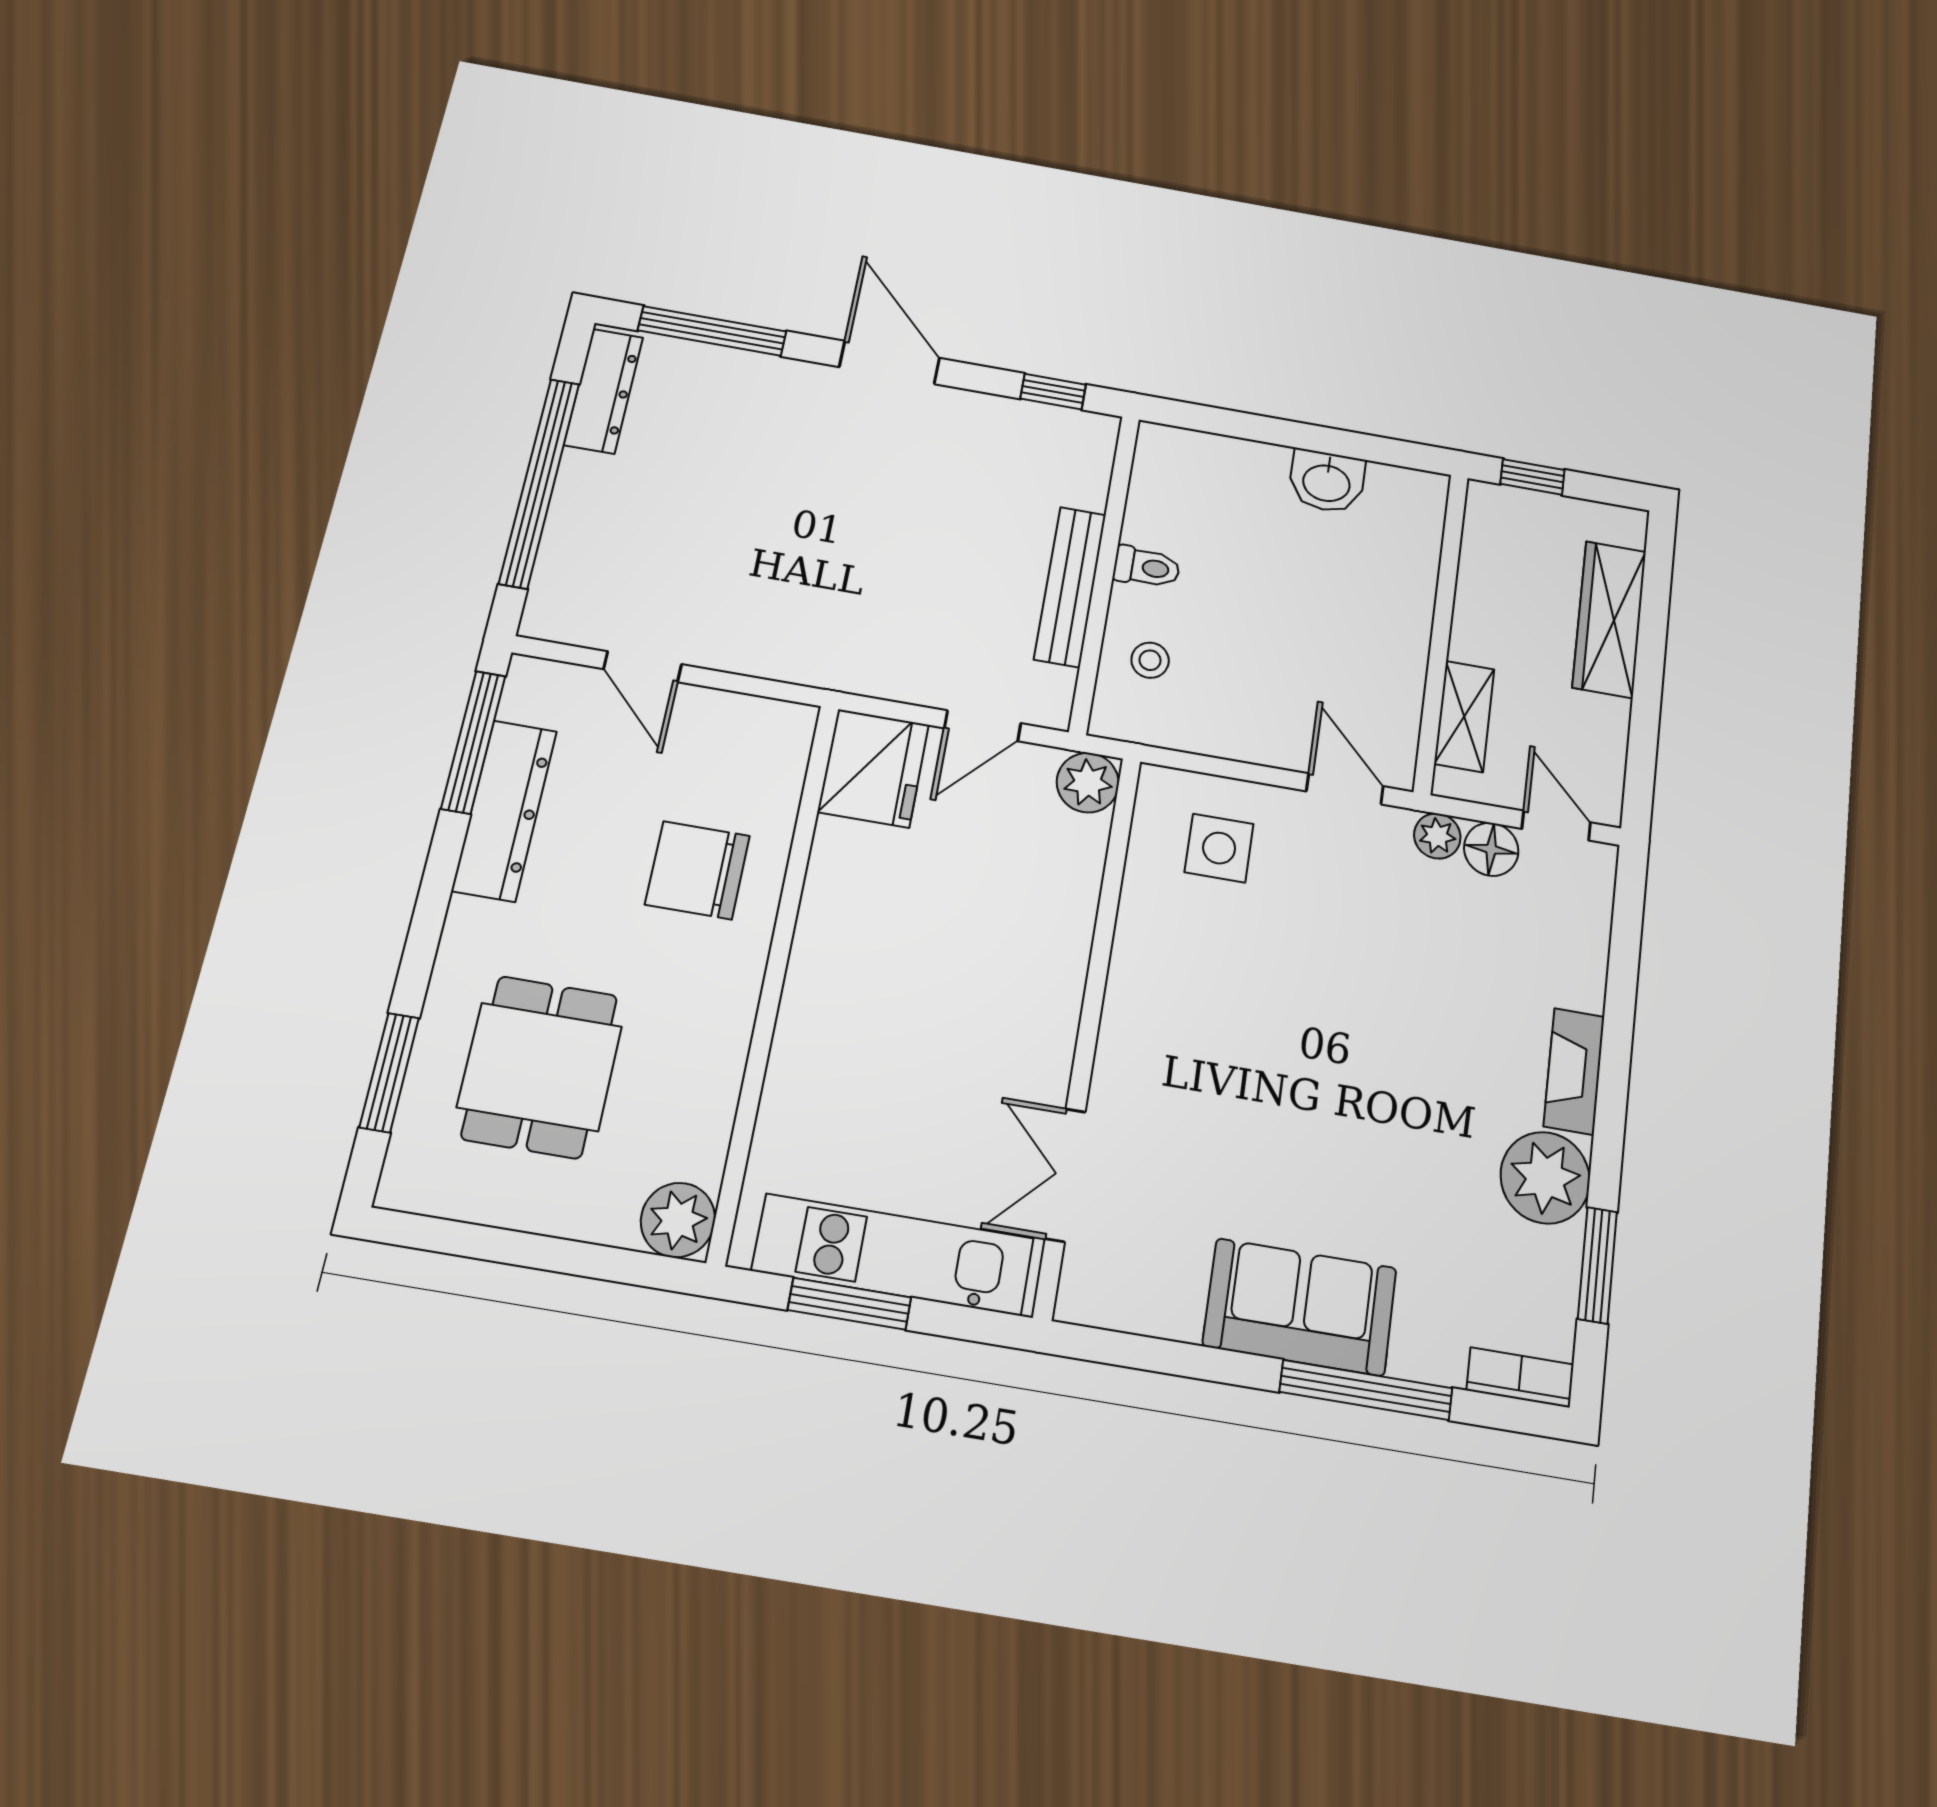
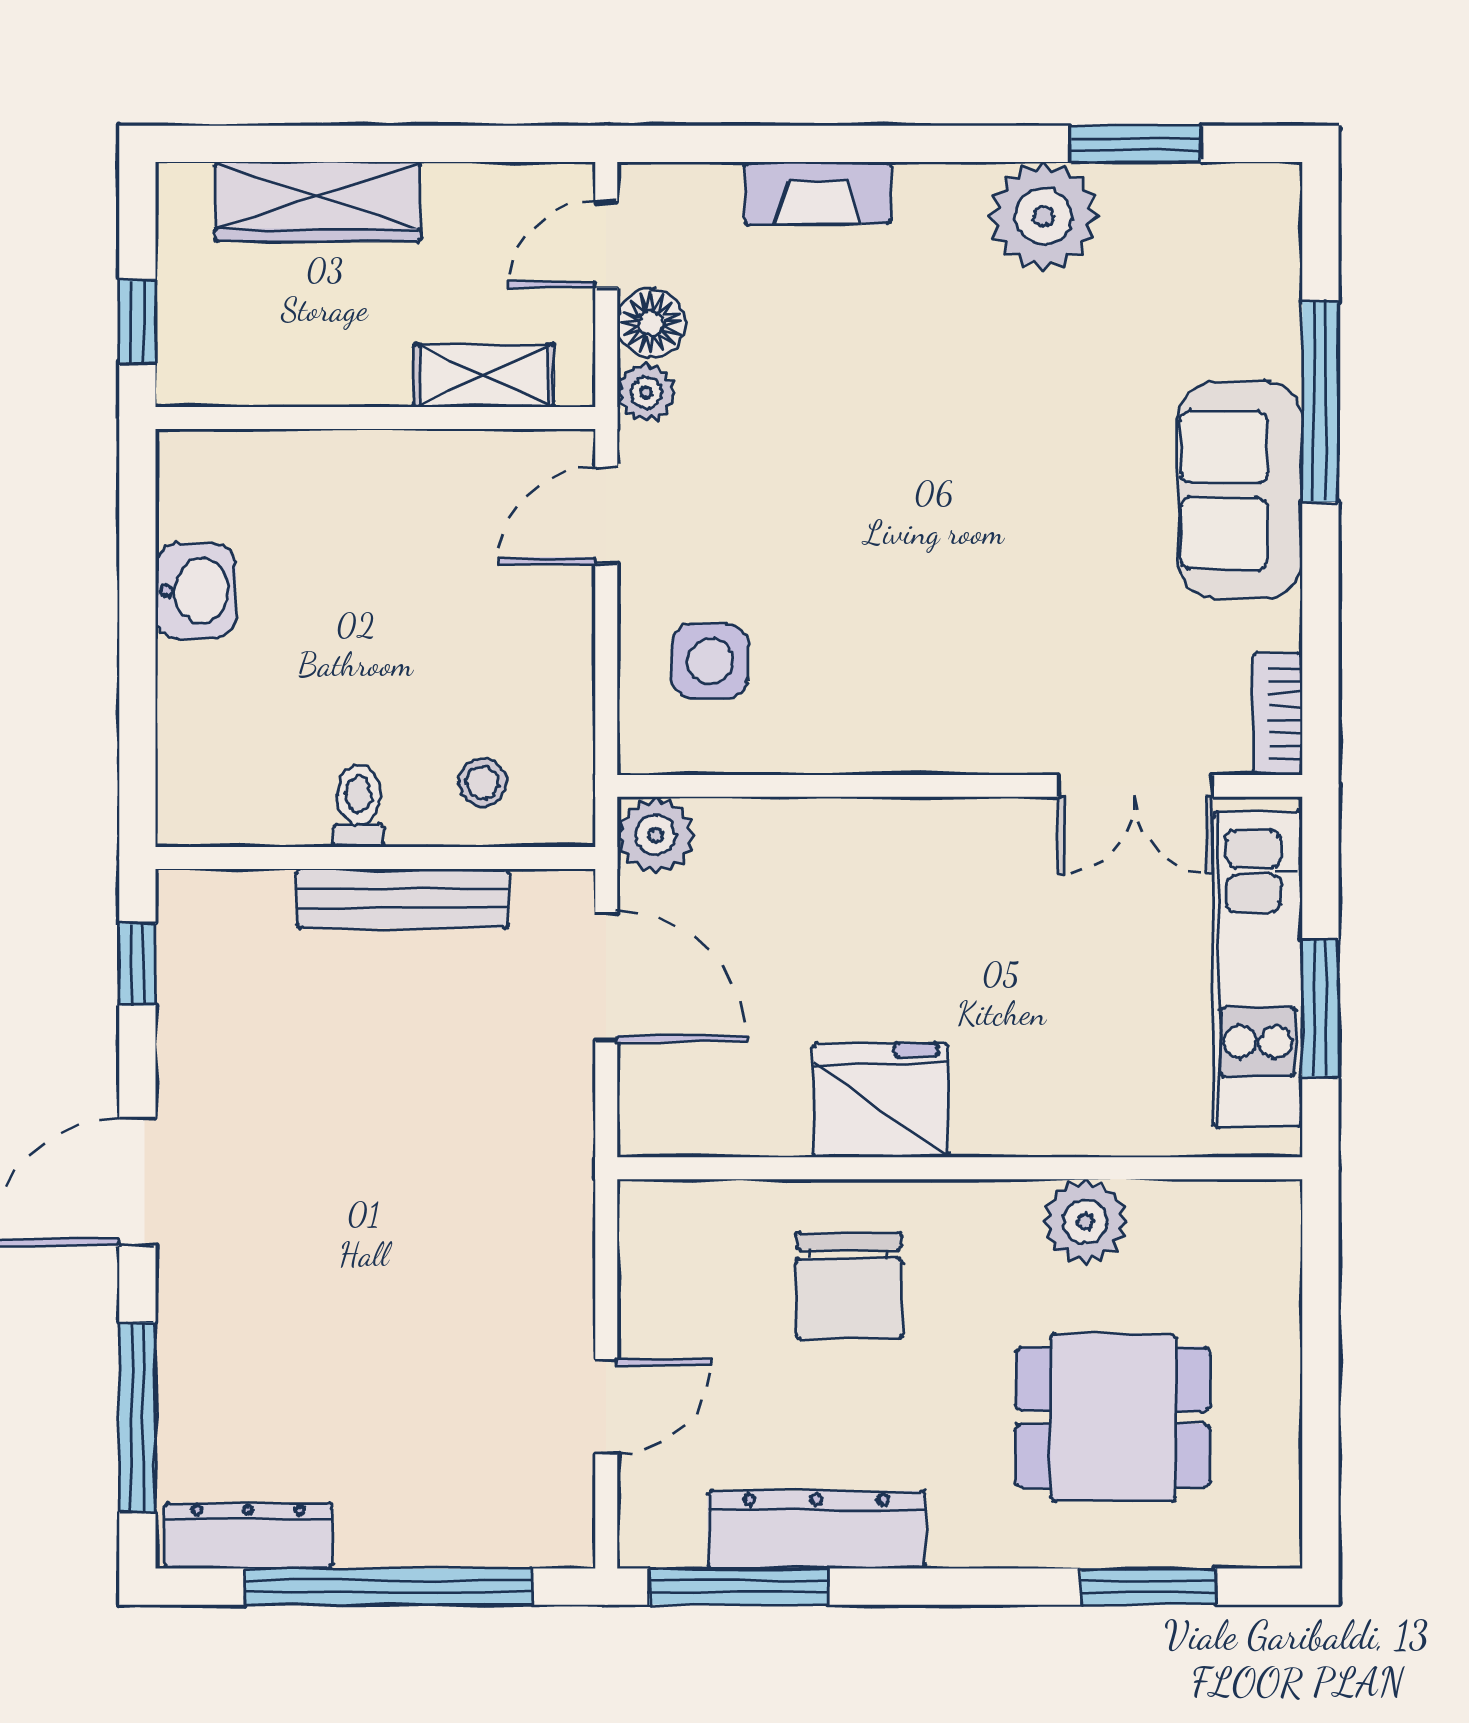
door: (983, 726) -> (606, 977), width x1.37
fridge: (873, 768) -> (881, 1100), moved
fireplace: (1574, 1071) -> (818, 193), moved
plant: (678, 1220) -> (1085, 1221), moved
bookcase: (1520, 1377) -> (1278, 714), moved

